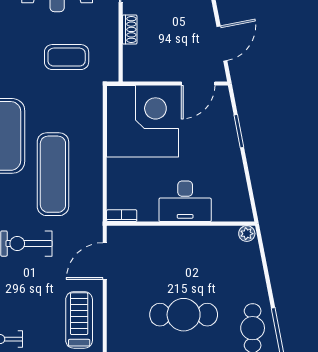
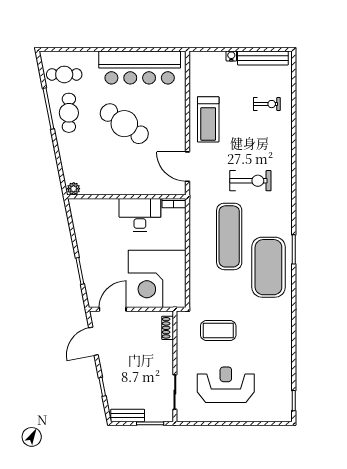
shoe rack: (130, 29) -> (168, 328), moved
desk: (185, 201) -> (140, 215), moved
door: (105, 261) -> (188, 167), swing flipped
cafe table: (184, 315) -> (124, 124), turned 36

